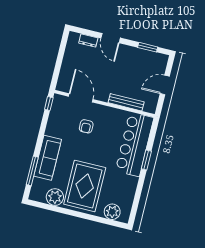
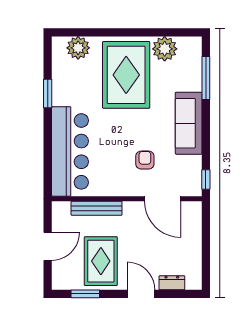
rug: (132, 66) -> (101, 261), added
sofa: (48, 158) -> (189, 123), moved
window: (146, 160) -> (48, 93), moved

